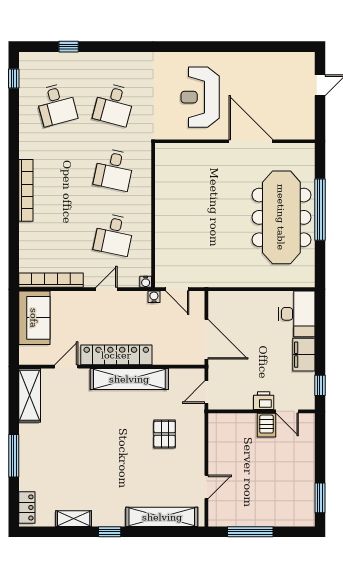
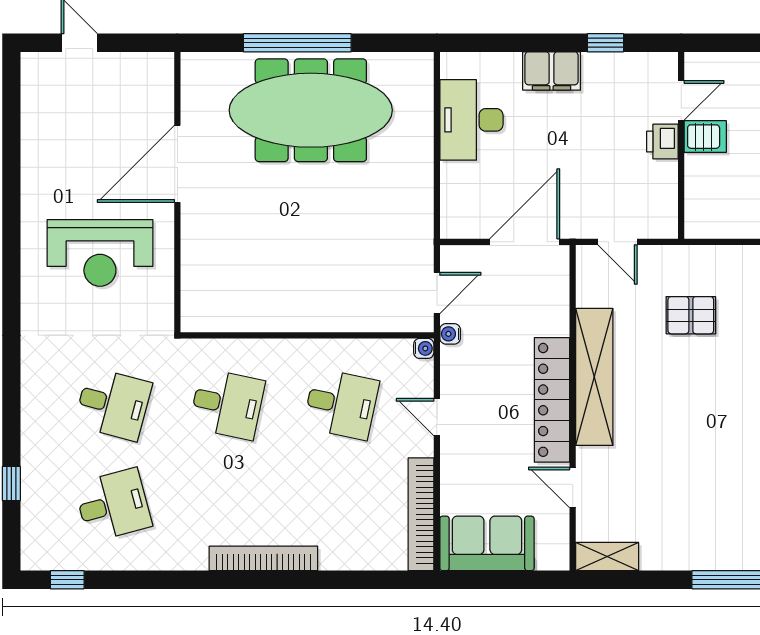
desk: (297, 314) -> (471, 120), moved, turned -90
shelving: (30, 395) -> (607, 557), width x0.67, depth x0.75
printer: (264, 401) -> (662, 142), moved
wall: (261, 411) -> (681, 145), moved
door: (287, 411) -> (681, 100), moved
server rack: (266, 425) -> (705, 137), moved

